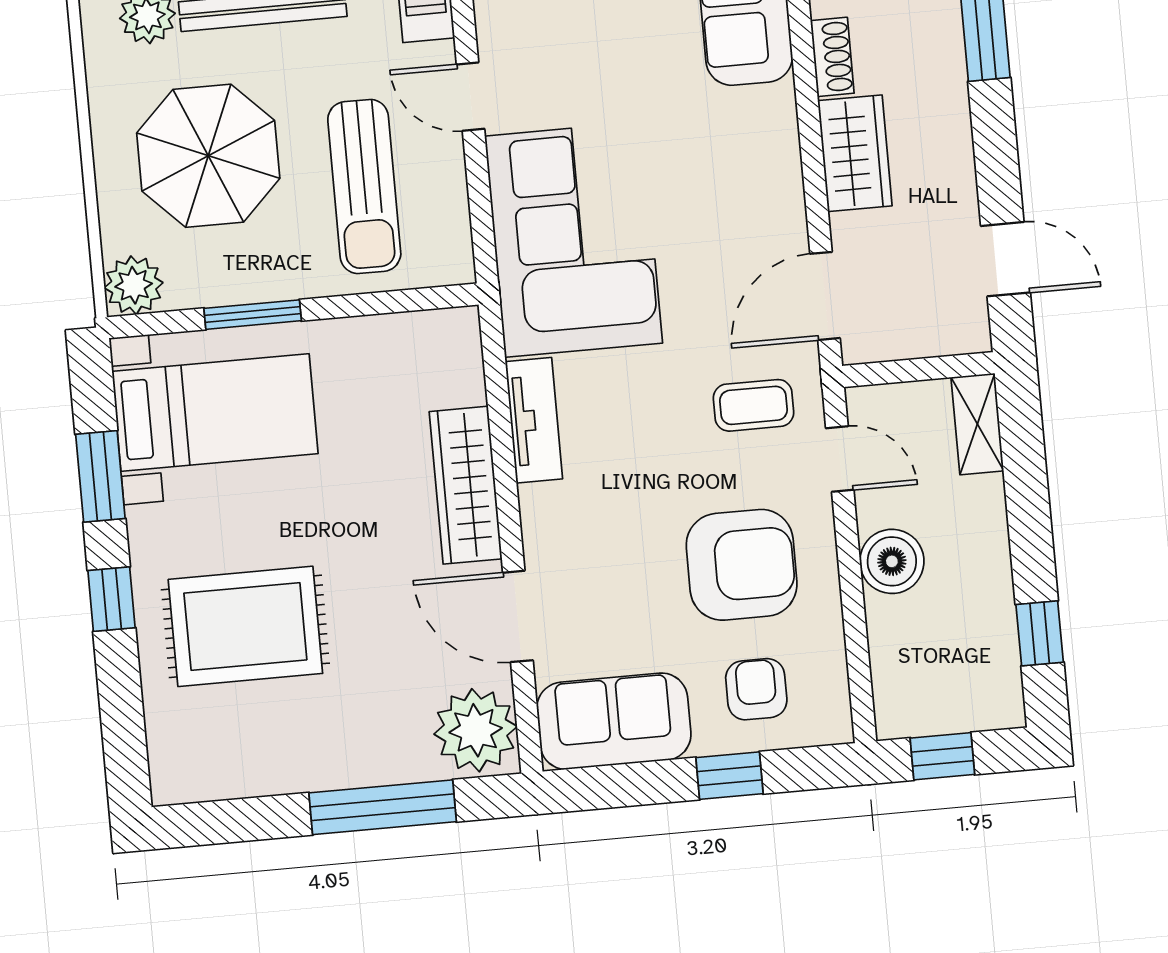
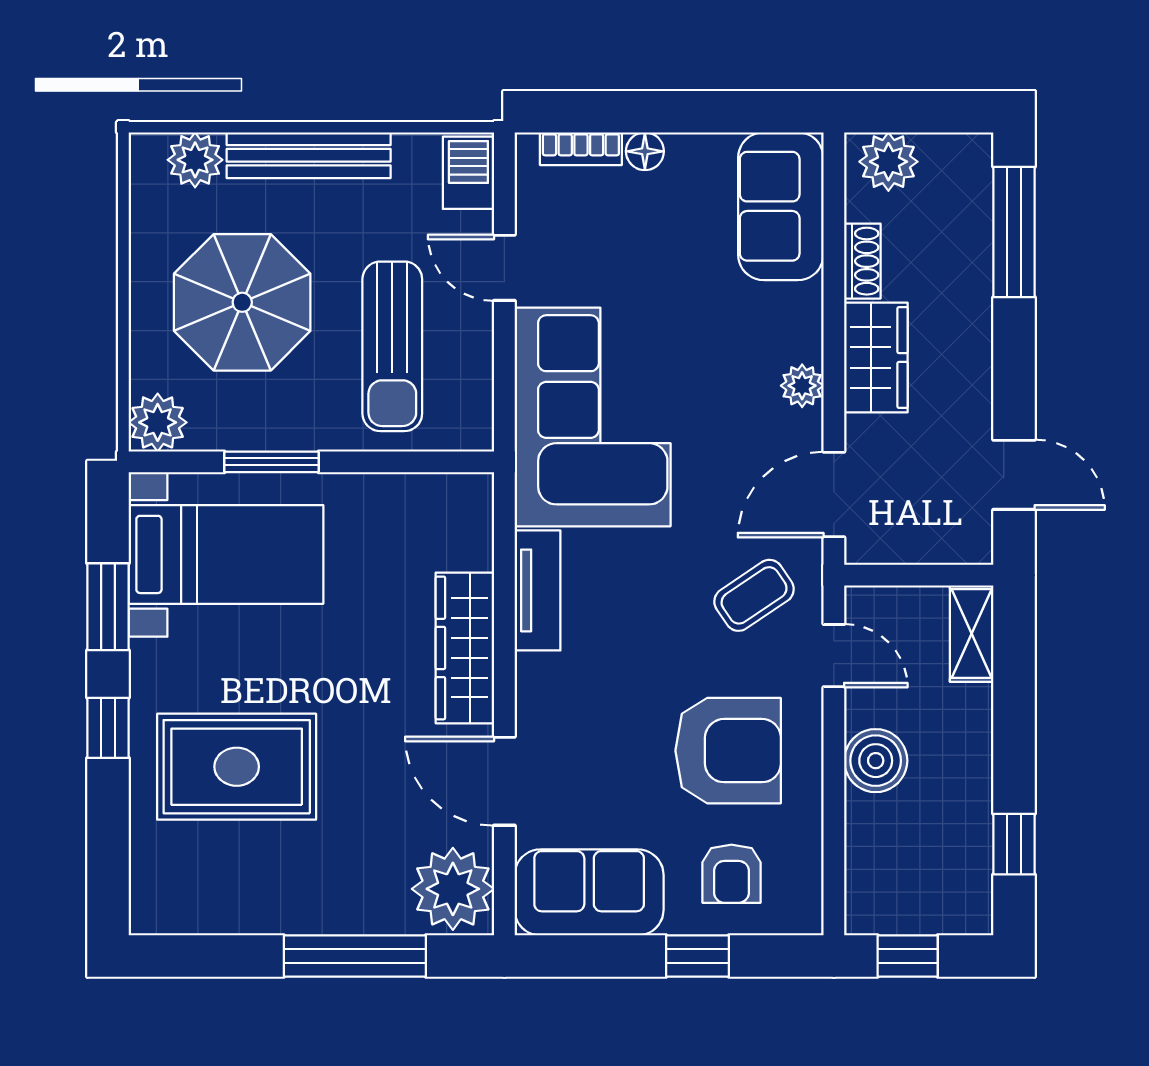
plant: (783, 189) -> (802, 386), added
coffee table: (753, 405) -> (754, 595), turned -34
armchair: (756, 689) -> (731, 874), turned 180

